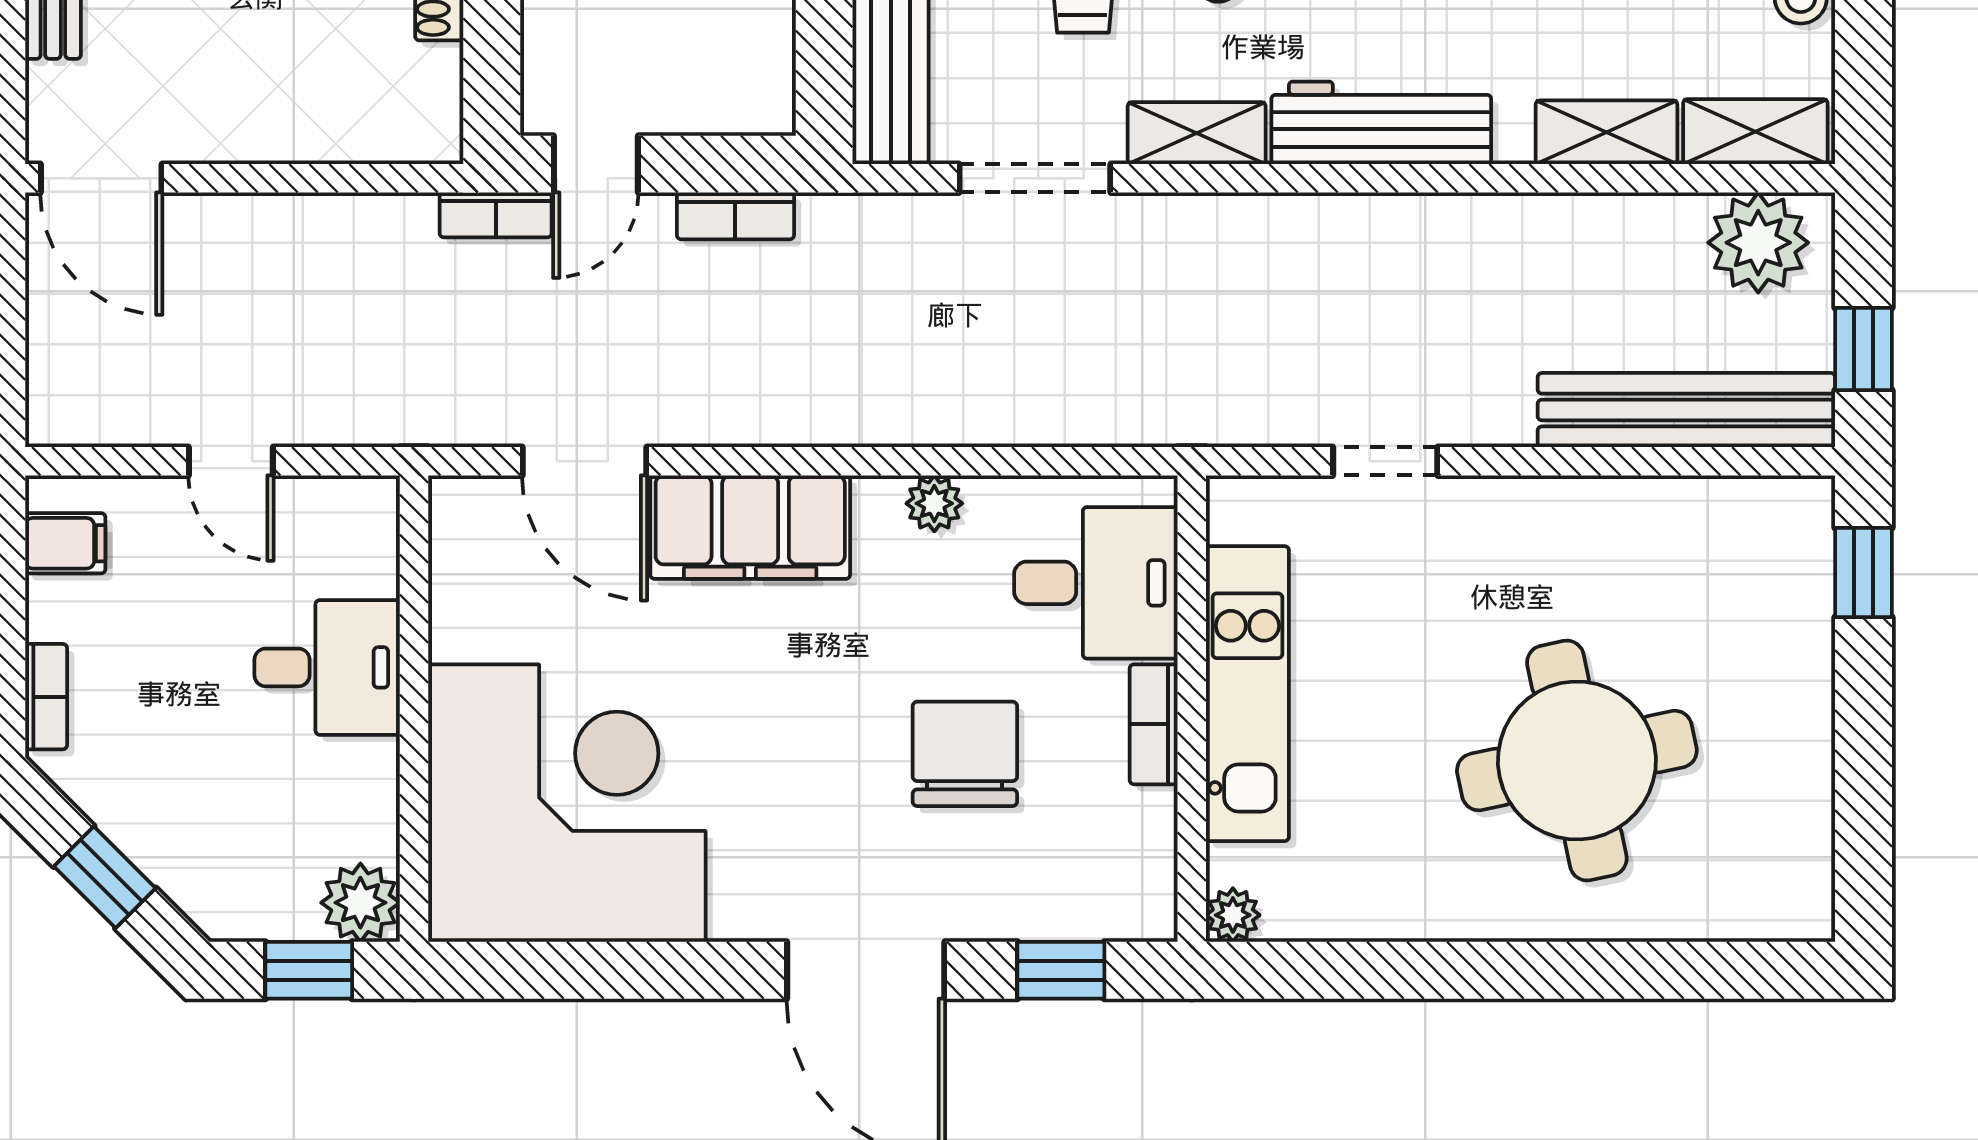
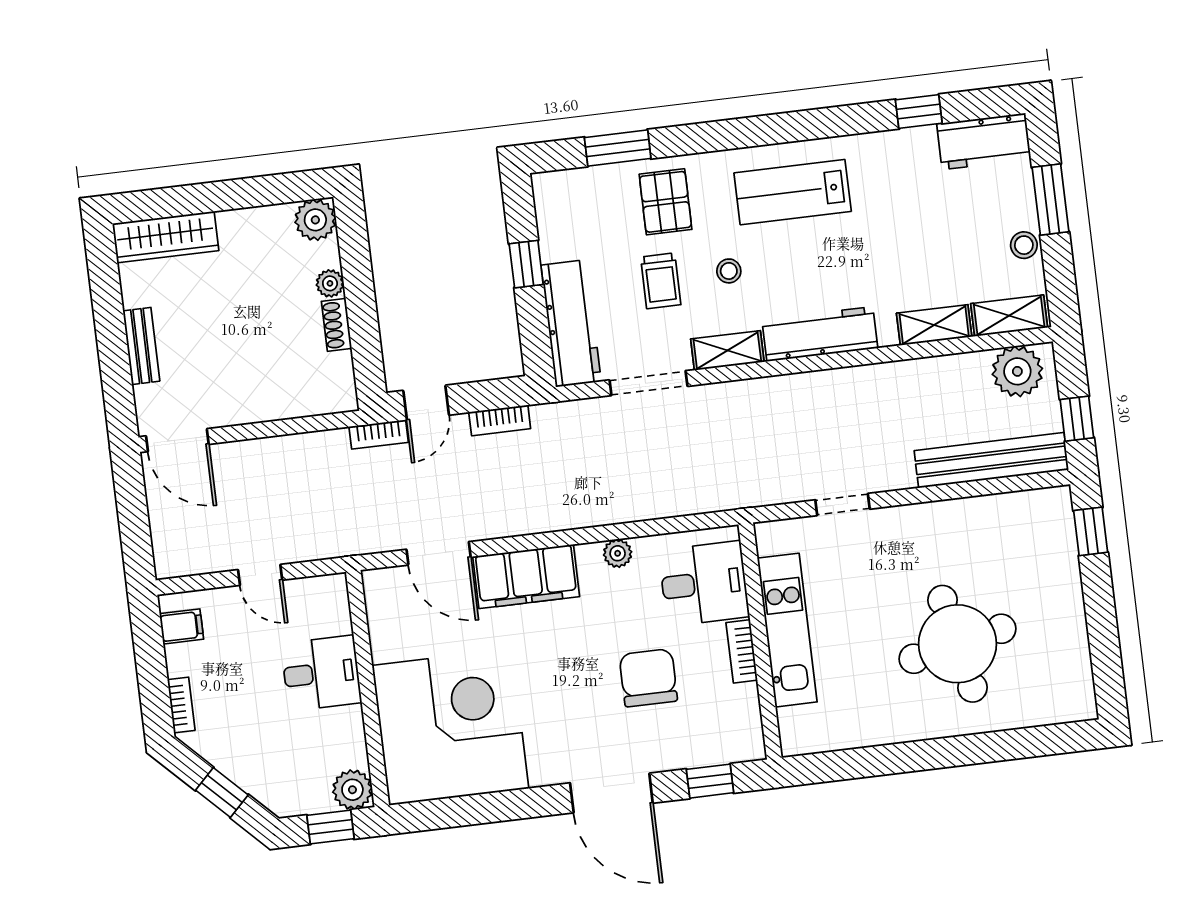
plant: (1233, 915) -> (793, 743), removed

